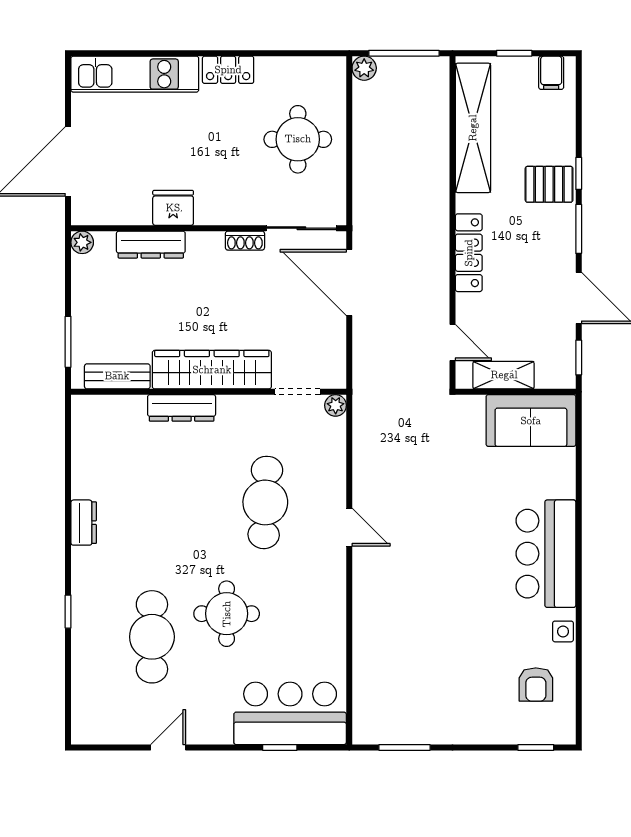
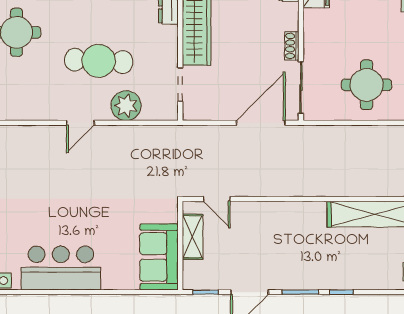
pallet: (549, 184) -> (333, 270), removed
locker: (469, 253) -> (283, 211), removed
door: (452, 342) -> (217, 199), hinge flipped
plant: (336, 405) -> (126, 106), moved, width x1.87, depth x1.87

